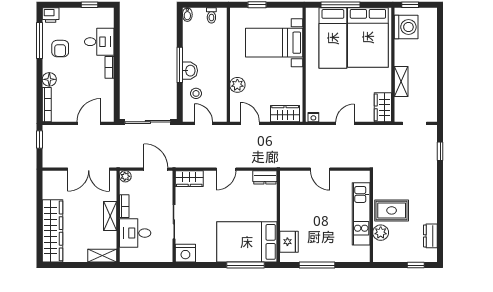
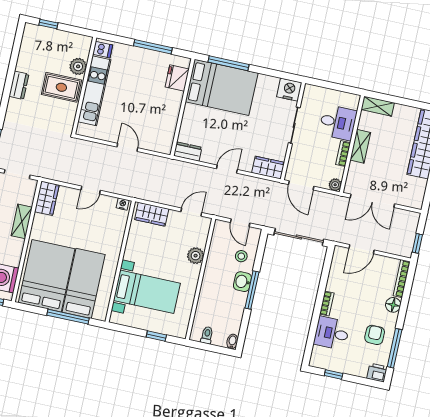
door: (250, 123) -> (191, 212), swing flipped
double door: (89, 169) -> (372, 201), swing flipped
dresser: (430, 236) -> (19, 85), moved
dishwasher: (362, 253) -> (103, 50), added

